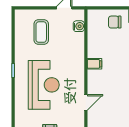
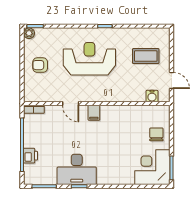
filing cabinet: (94, 64) -> (94, 113), moved
reception desk: (44, 85) -> (89, 59), turned 180

